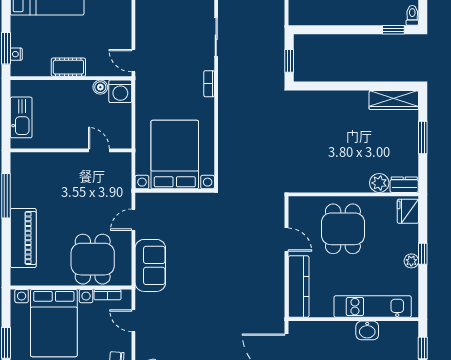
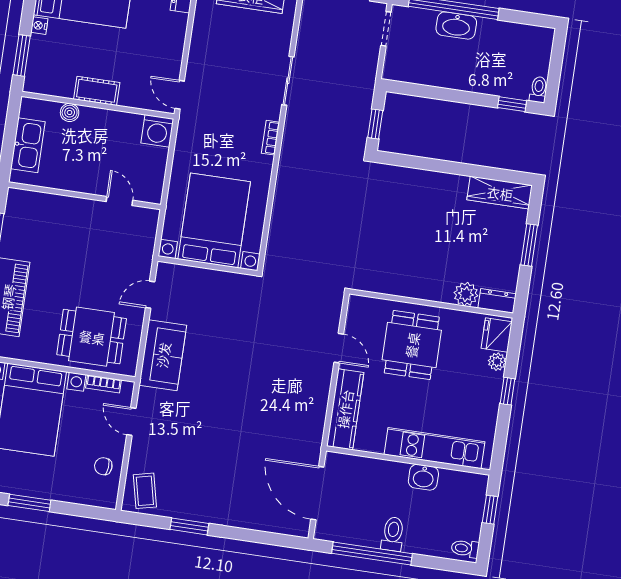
nightstand: (16, 54) -> (39, 26), moved
boiler: (100, 87) -> (70, 112), moved
dining table: (93, 259) -> (92, 337), turned 90
plant: (411, 261) -> (497, 362), moved

